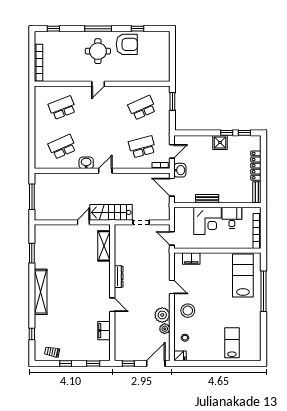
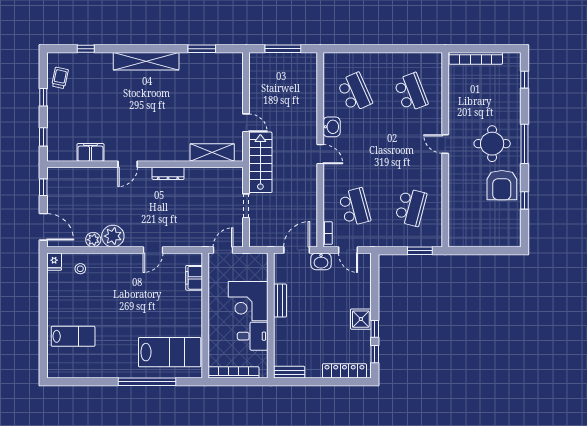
school desk: (142, 108) -> (411, 207), turned 39
locker: (256, 166) -> (344, 371), moved
stool: (188, 311) -> (119, 273), removed

